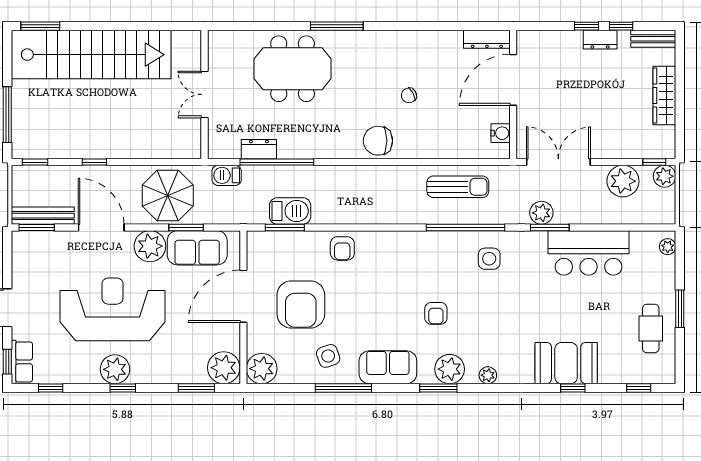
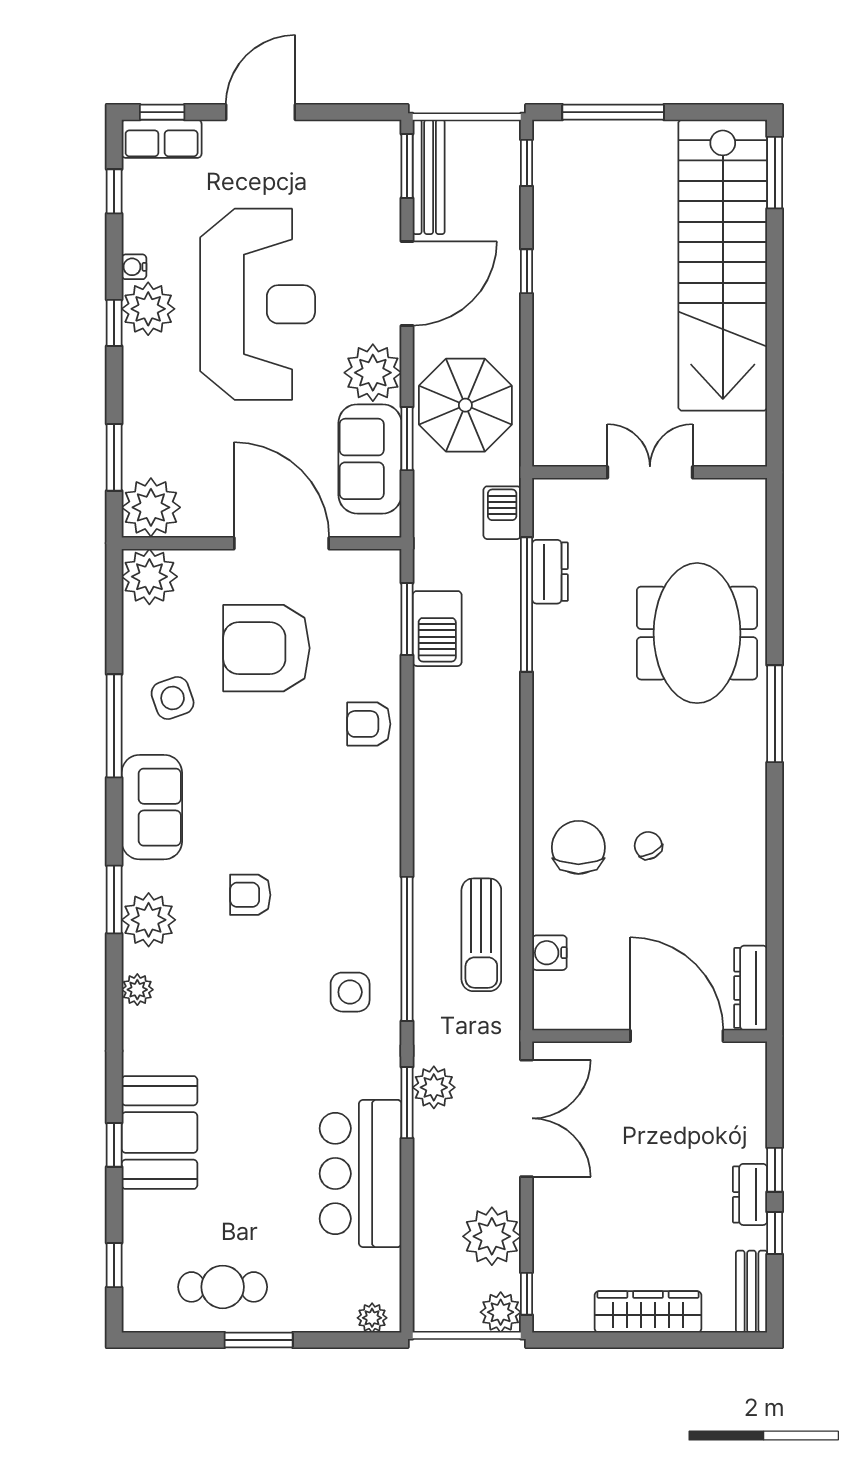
water cooler: (501, 133) -> (549, 953), moved, turned 90
chair: (378, 141) -> (578, 847), moved
water cooler: (92, 377) -> (134, 267), added

